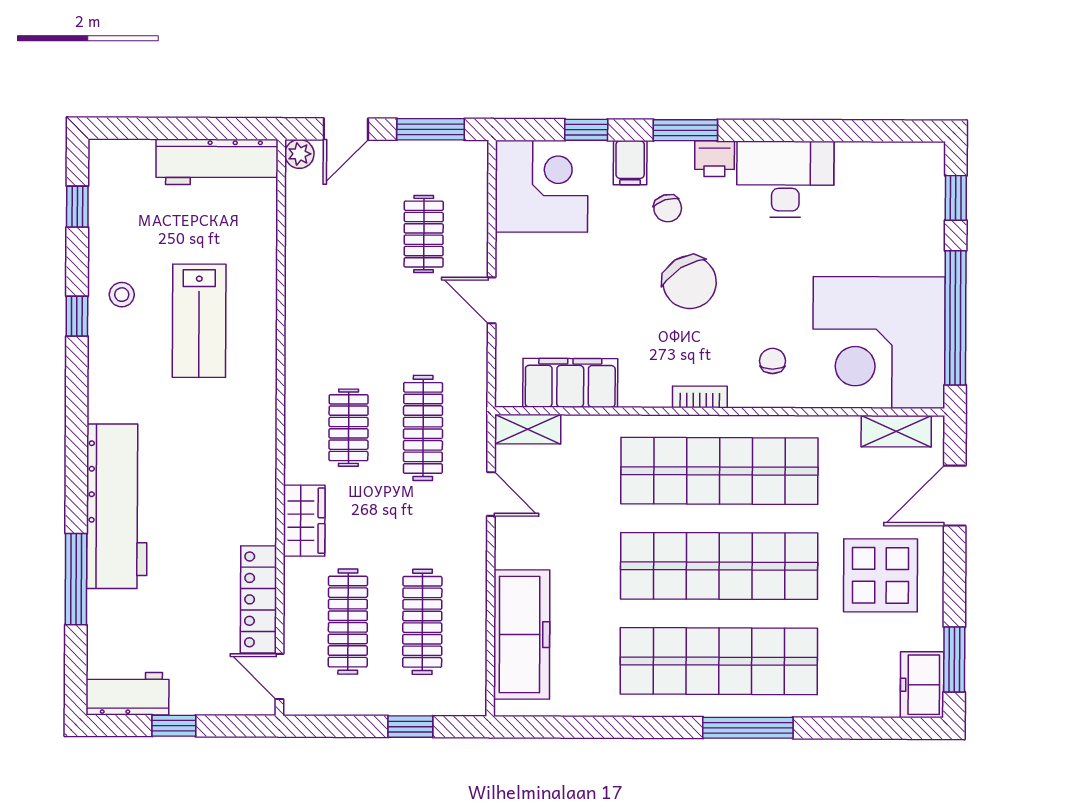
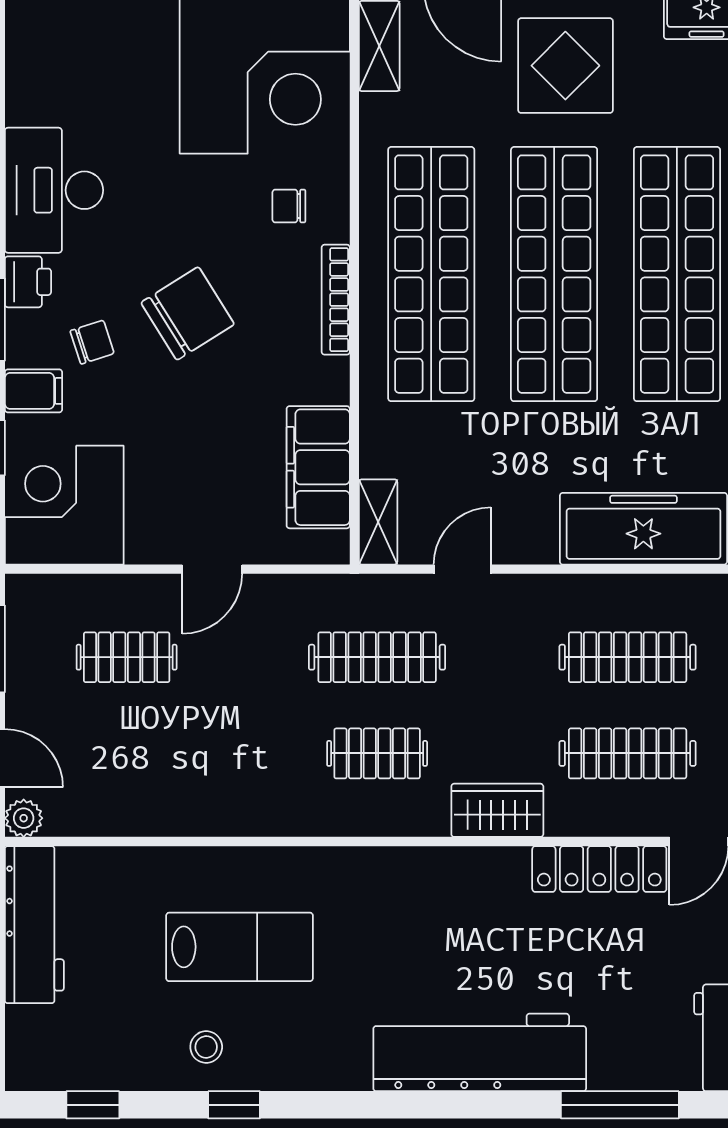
bookcase: (700, 397) -> (336, 300), width x1.56
window: (76, 579) -> (620, 1105), moved

